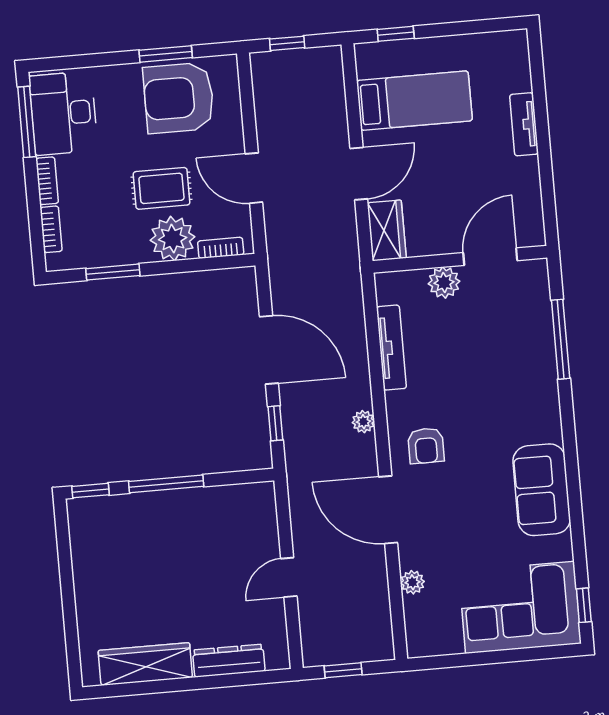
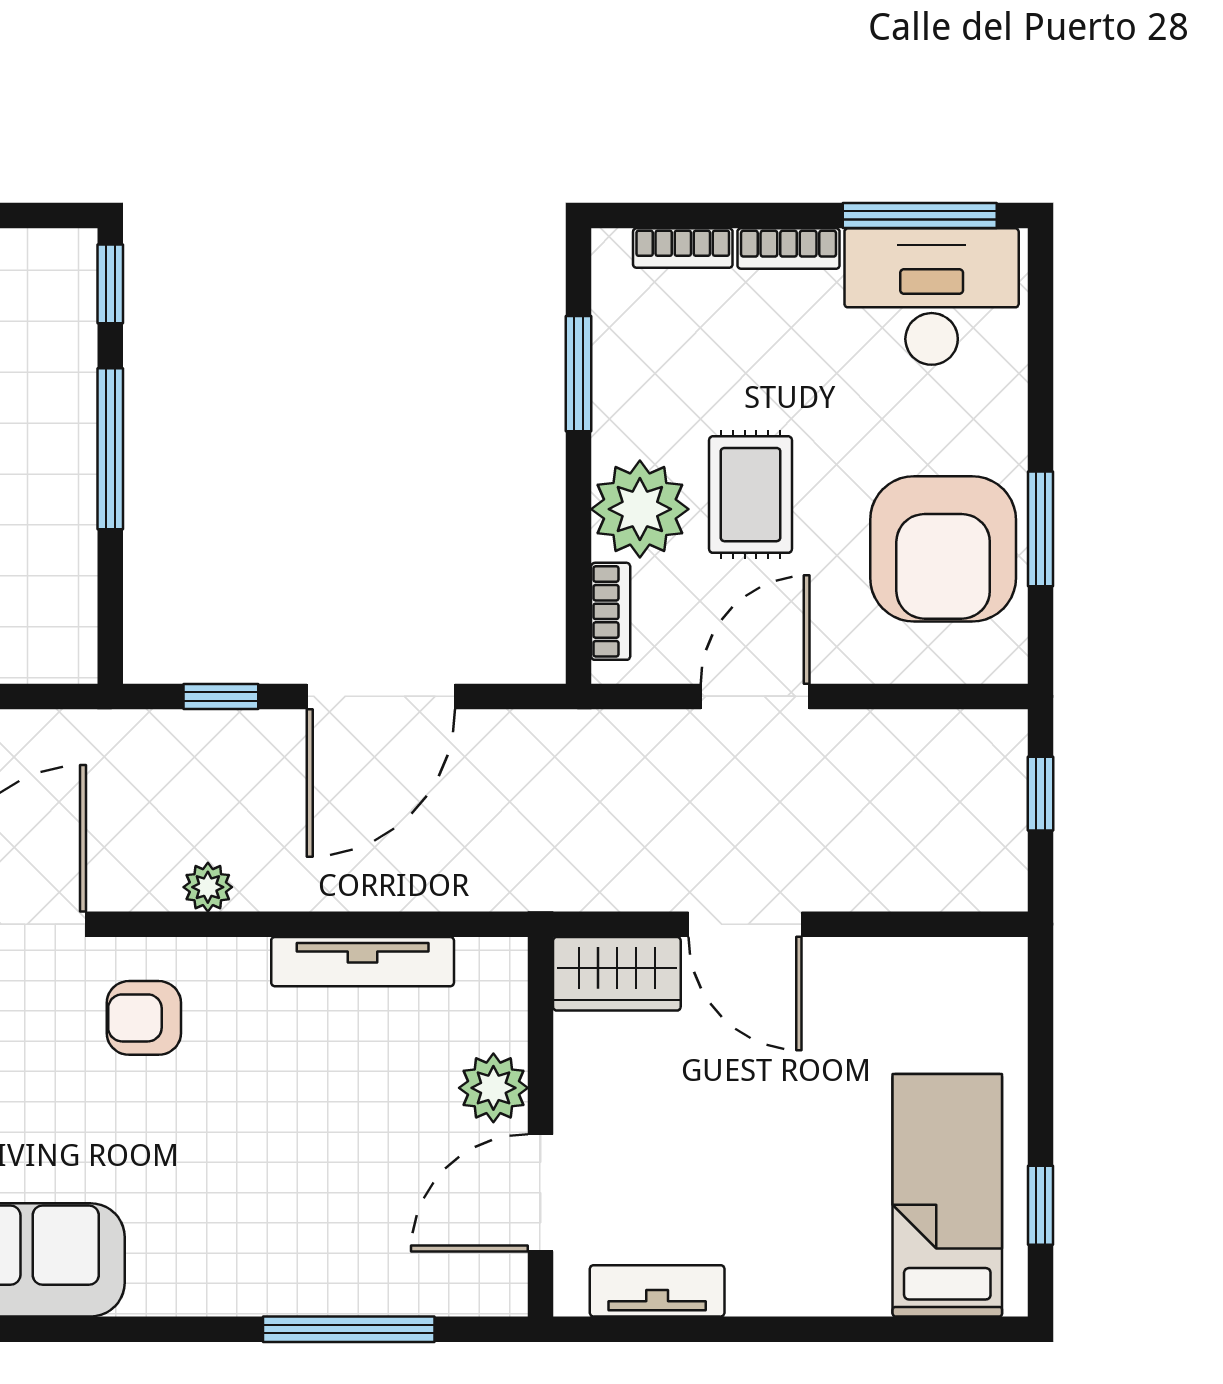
window: (396, 34) -> (1040, 1205), moved
armchair: (179, 98) -> (943, 549), turned 180
bed: (414, 101) -> (947, 1195), moved, turned 180
tv unit: (524, 124) -> (657, 1291), moved
door: (490, 257) -> (541, 1193), swing flipped

